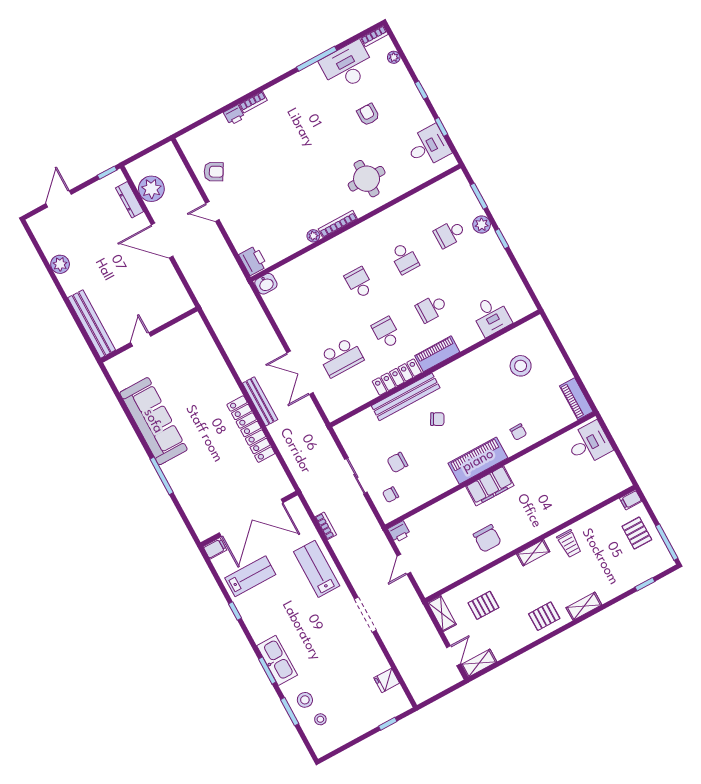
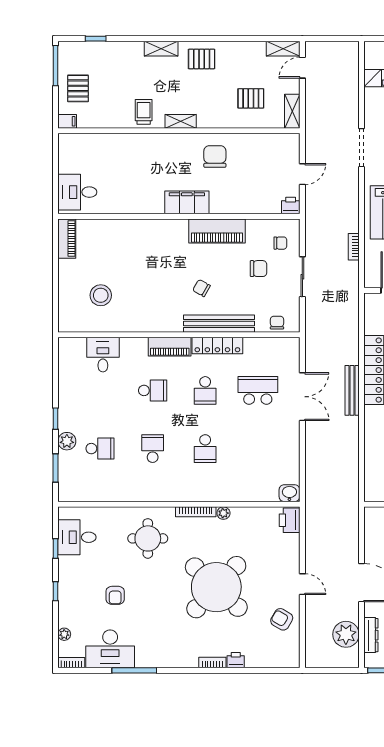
round table: (285, 169) -> (216, 587), added
chair: (518, 432) -> (277, 323), moved
piano: (478, 461) -> (217, 231), moved

